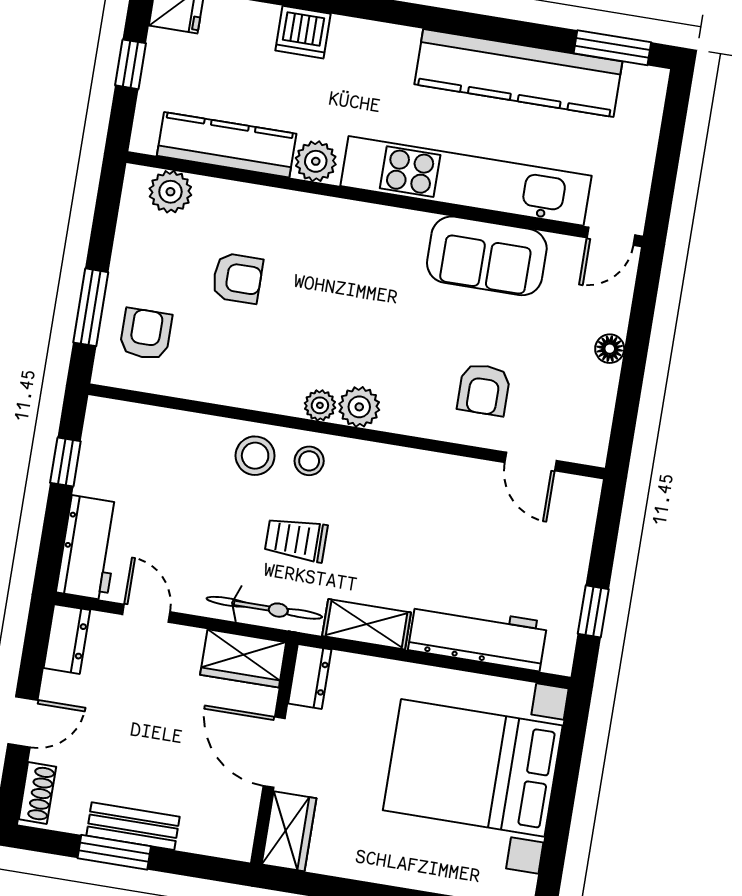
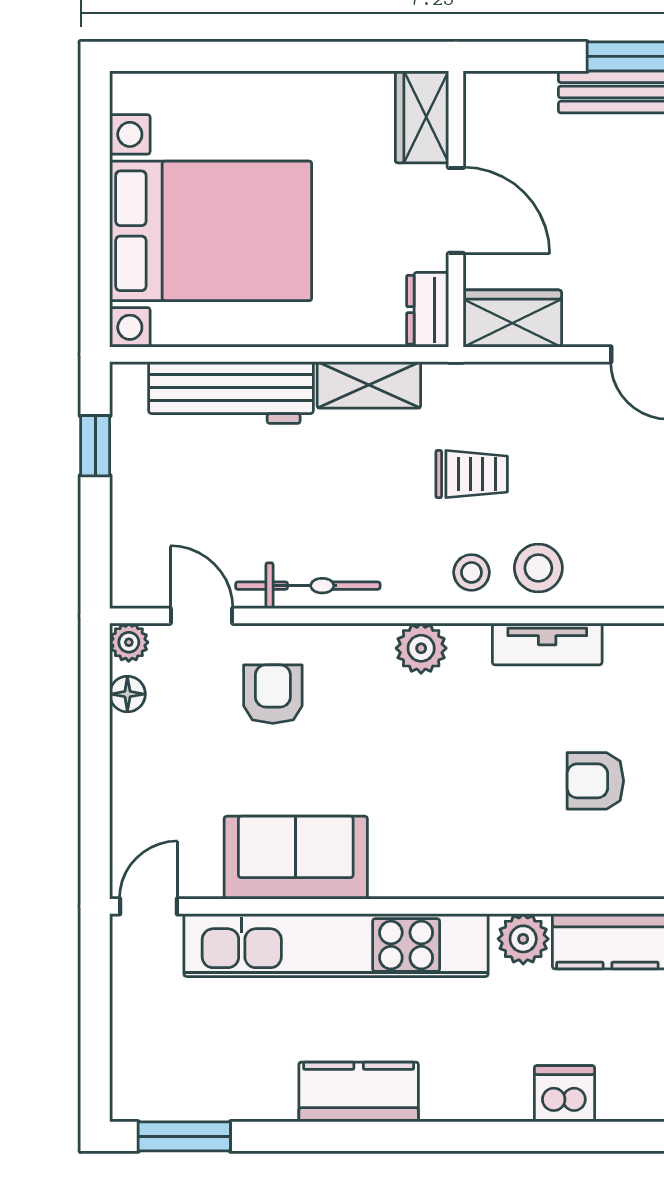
kitchen counter: (518, 73) -> (359, 1092), width x0.48, depth x0.86
floor lamp: (610, 349) -> (127, 694), moved
tv unit: (258, 394) -> (547, 644), added
plant: (320, 405) -> (129, 642), moved
bicycle: (264, 608) -> (308, 586), moved, turned 180

